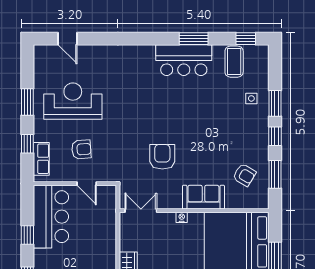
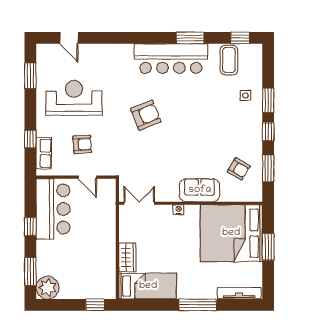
bar counter: (184, 60) -> (171, 59), width x1.36
window: (27, 102) -> (30, 76), moved
armchair: (162, 157) -> (146, 115), moved, turned 68

